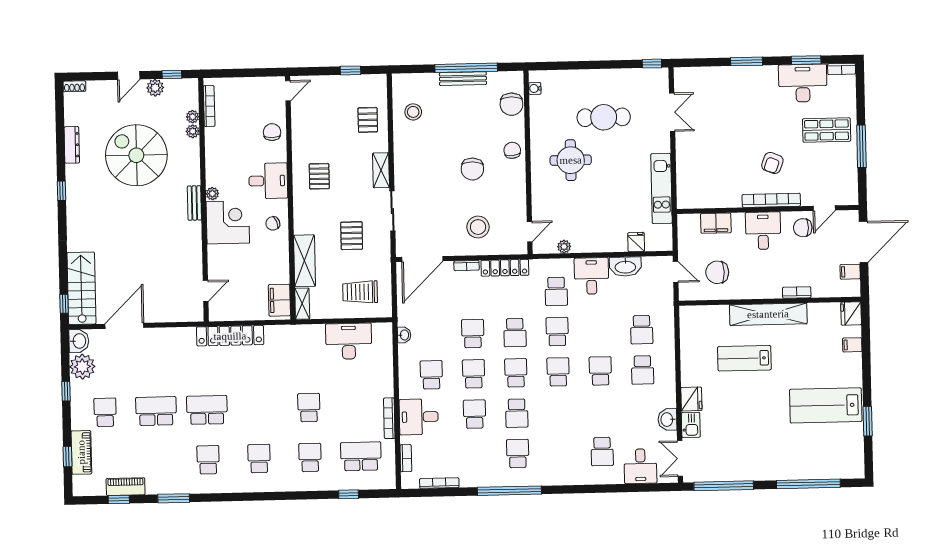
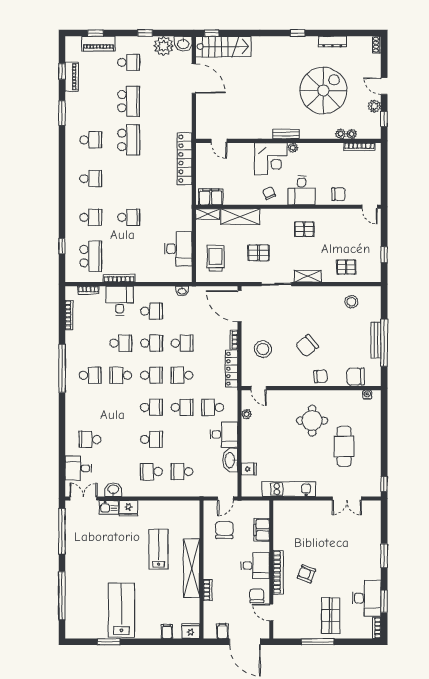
chair: (472, 169) -> (307, 346), turned -43

